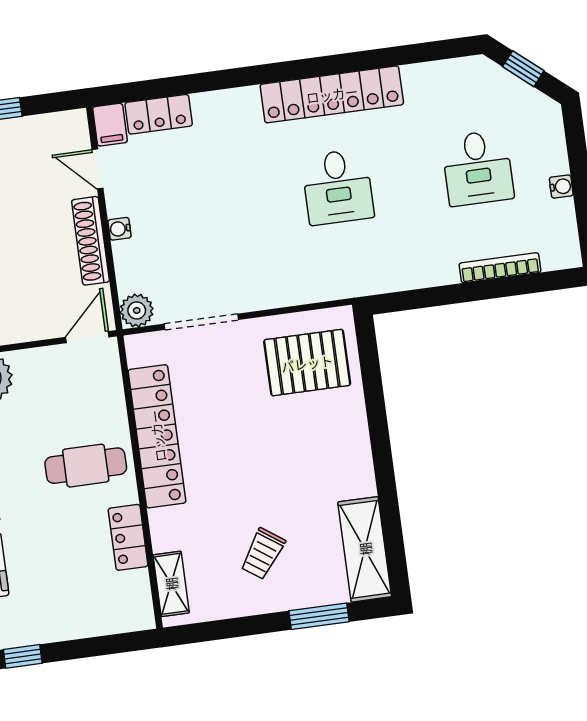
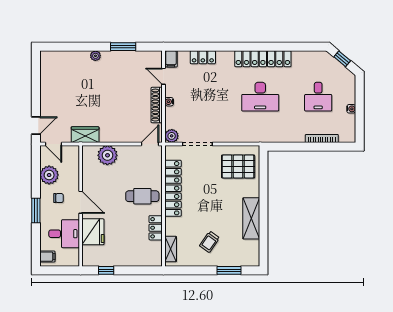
locker: (159, 114) -> (203, 57), moved
desk: (338, 187) -> (260, 97), width x1.37
shelving: (365, 549) -> (251, 218), moved

